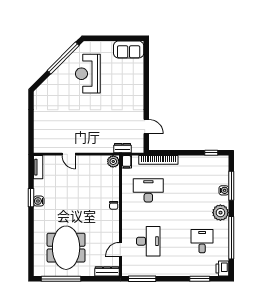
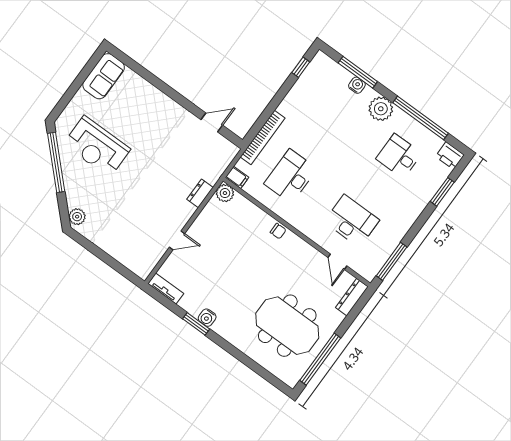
plant: (42, 91) -> (77, 217), added
dresser: (122, 148) -> (200, 193), moved

